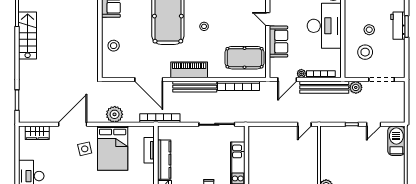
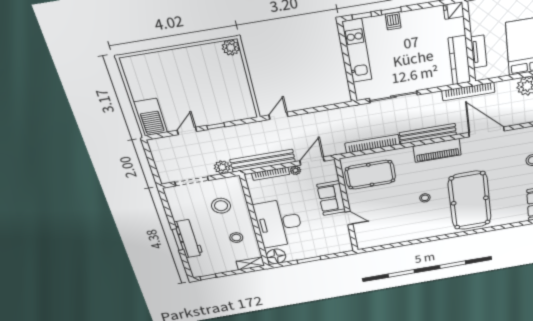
workbench: (398, 26) -> (189, 239), width x1.38
stool: (369, 30) -> (236, 238), moved
kitchen counter: (164, 160) -> (459, 60), moved

